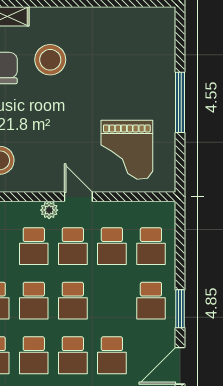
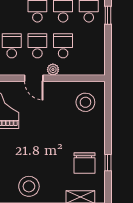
stool: (50, 60) -> (29, 186), moved

